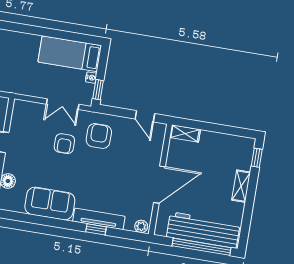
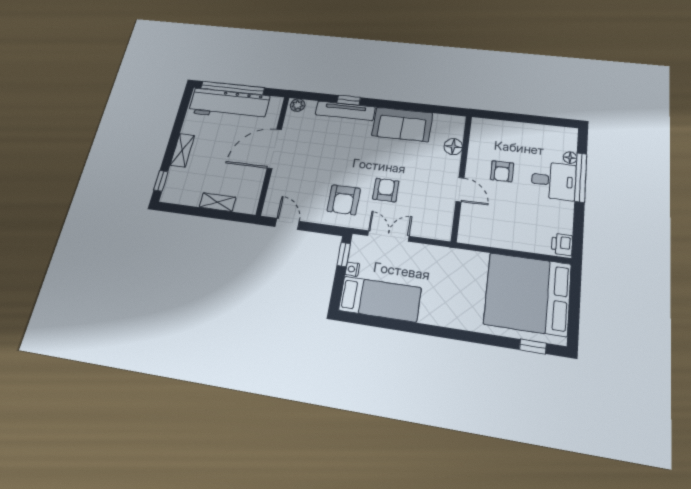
shelving: (185, 133) -> (217, 202), moved

